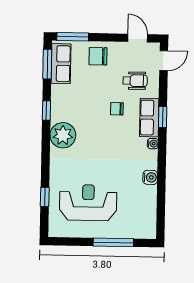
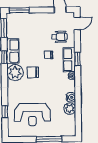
chair: (98, 56) -> (33, 72), moved
row of seats: (61, 64) -> (13, 51), moved
plant: (148, 195) -> (70, 109), added
reception desk: (88, 203) -> (32, 114), turned 180

